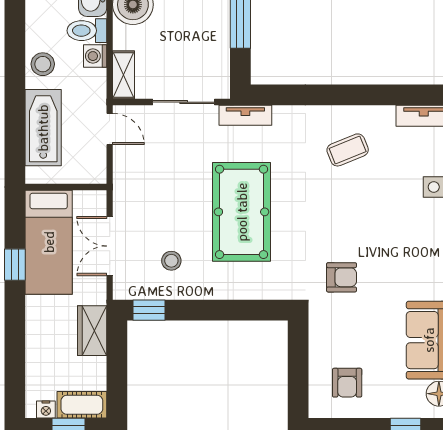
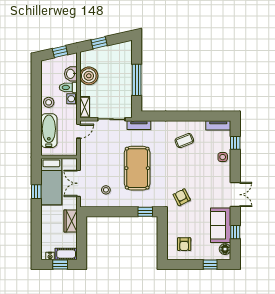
door: (110, 129) -> (78, 131), hinge flipped
armchair: (342, 277) -> (182, 197), turned -117
window: (149, 310) -> (145, 212), moved

